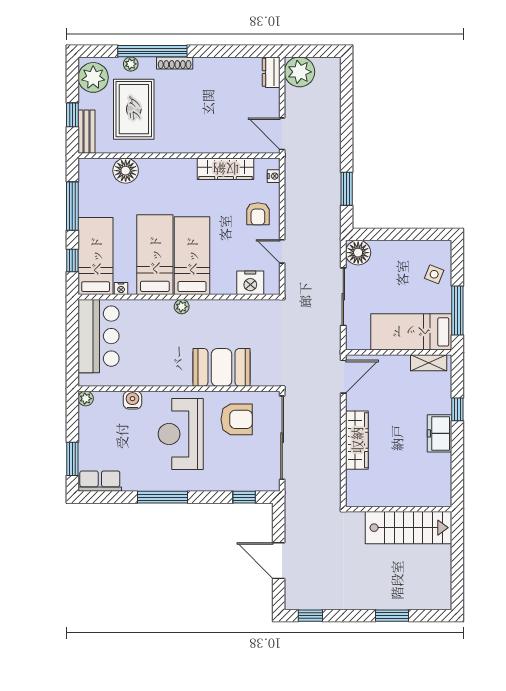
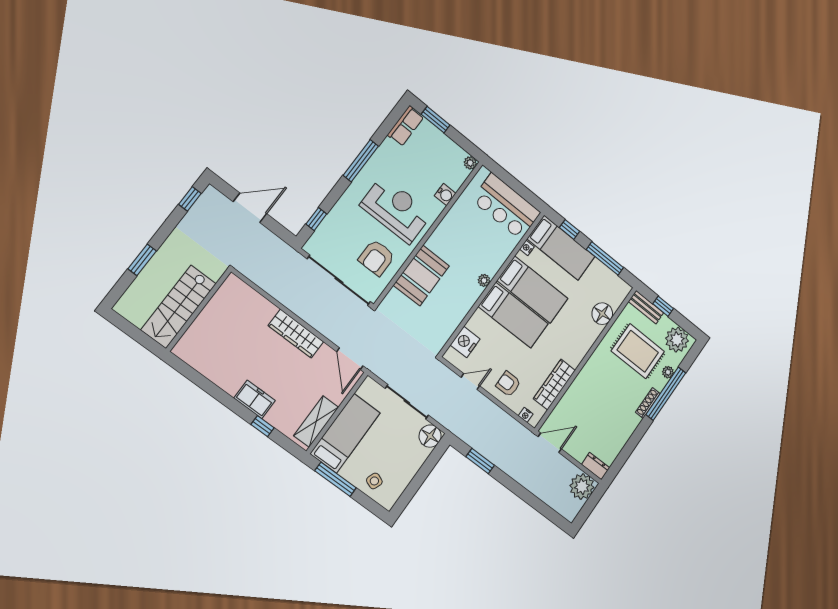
shelving: (429, 363) -> (316, 421), width x1.50, depth x1.33
wall: (399, 509) -> (199, 310), moved
stairs: (409, 528) -> (179, 307), moved

